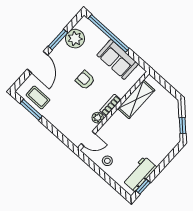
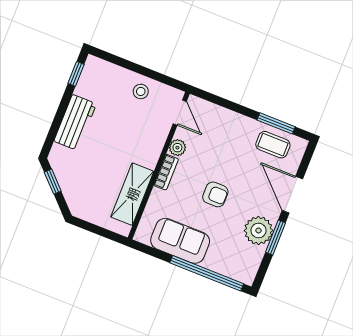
plant: (75, 39) -> (259, 230), moved
door: (88, 139) -> (180, 113), swing flipped
workbench: (140, 174) -> (75, 122), moved

